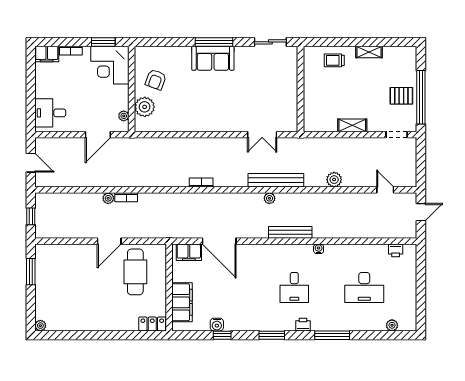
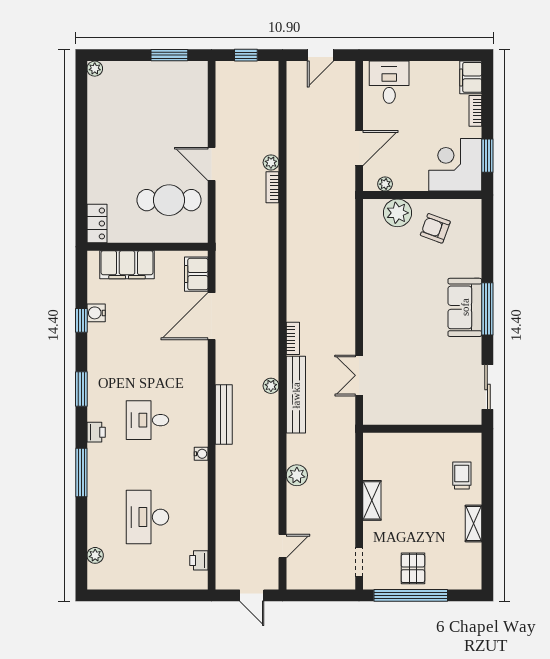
door: (98, 135) -> (359, 148), swing flipped
bookcase: (201, 182) -> (293, 338), moved

